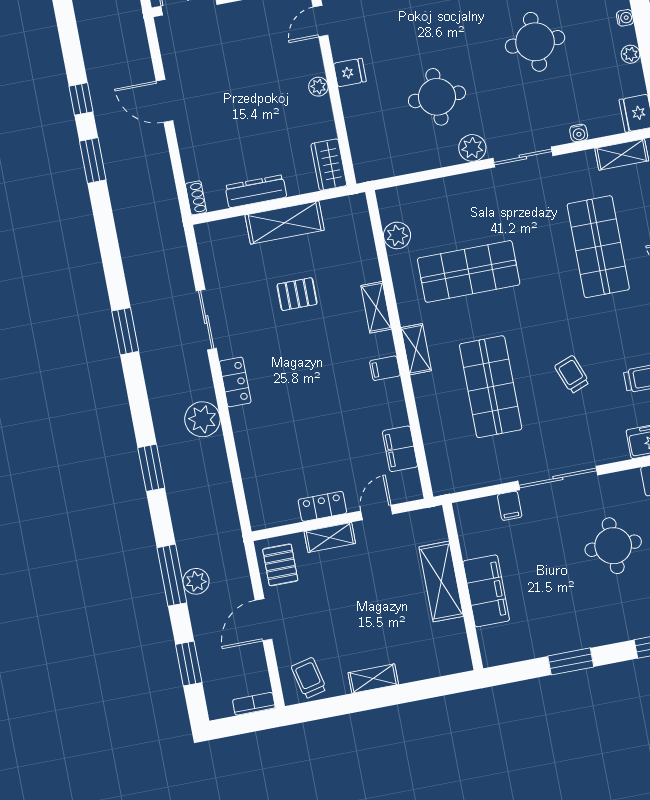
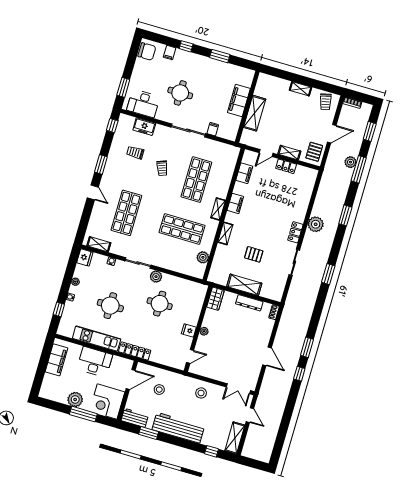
filing cabinet: (385, 368) -> (235, 203), width x2.00

